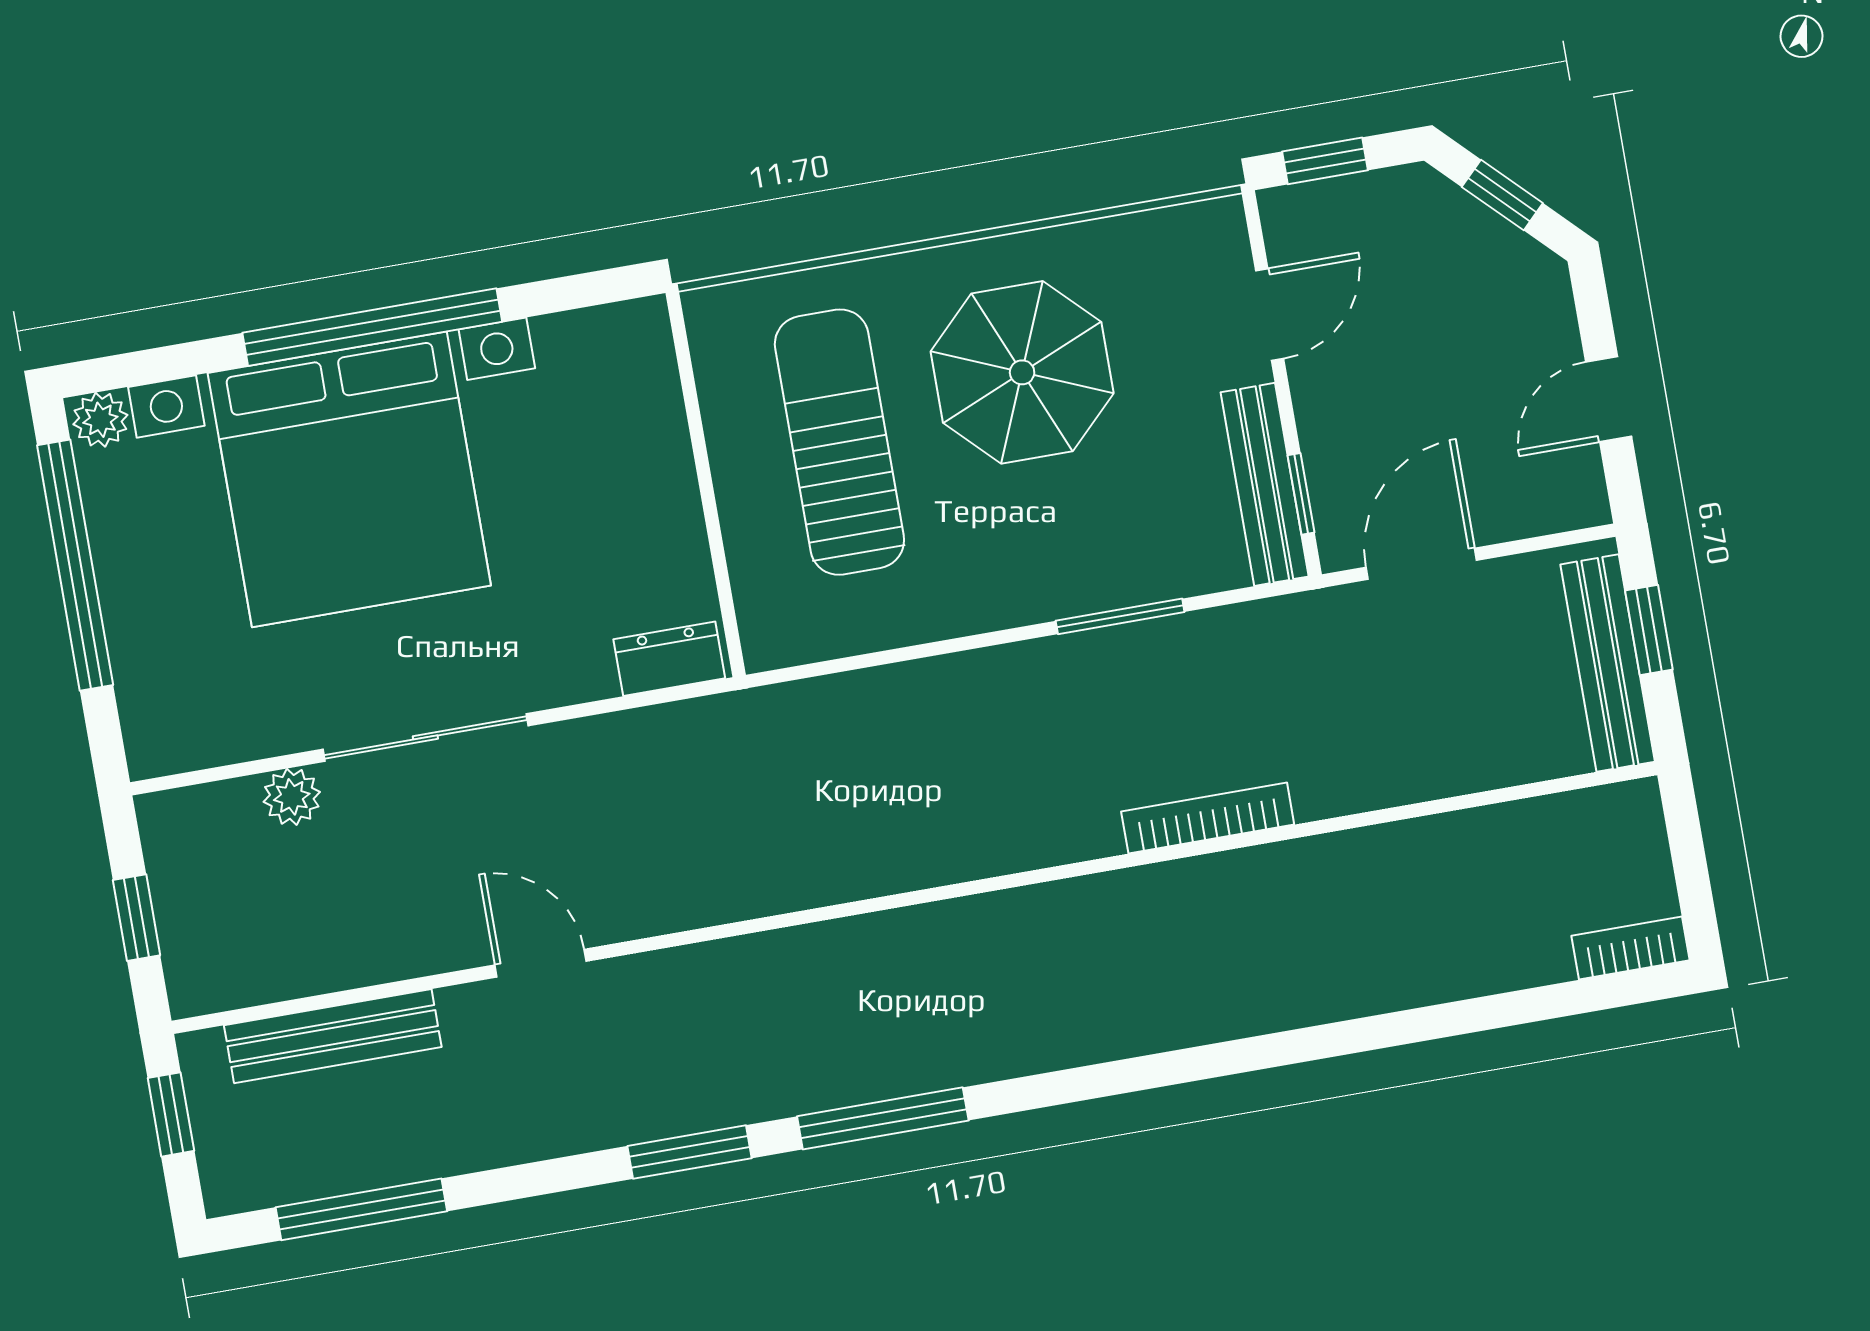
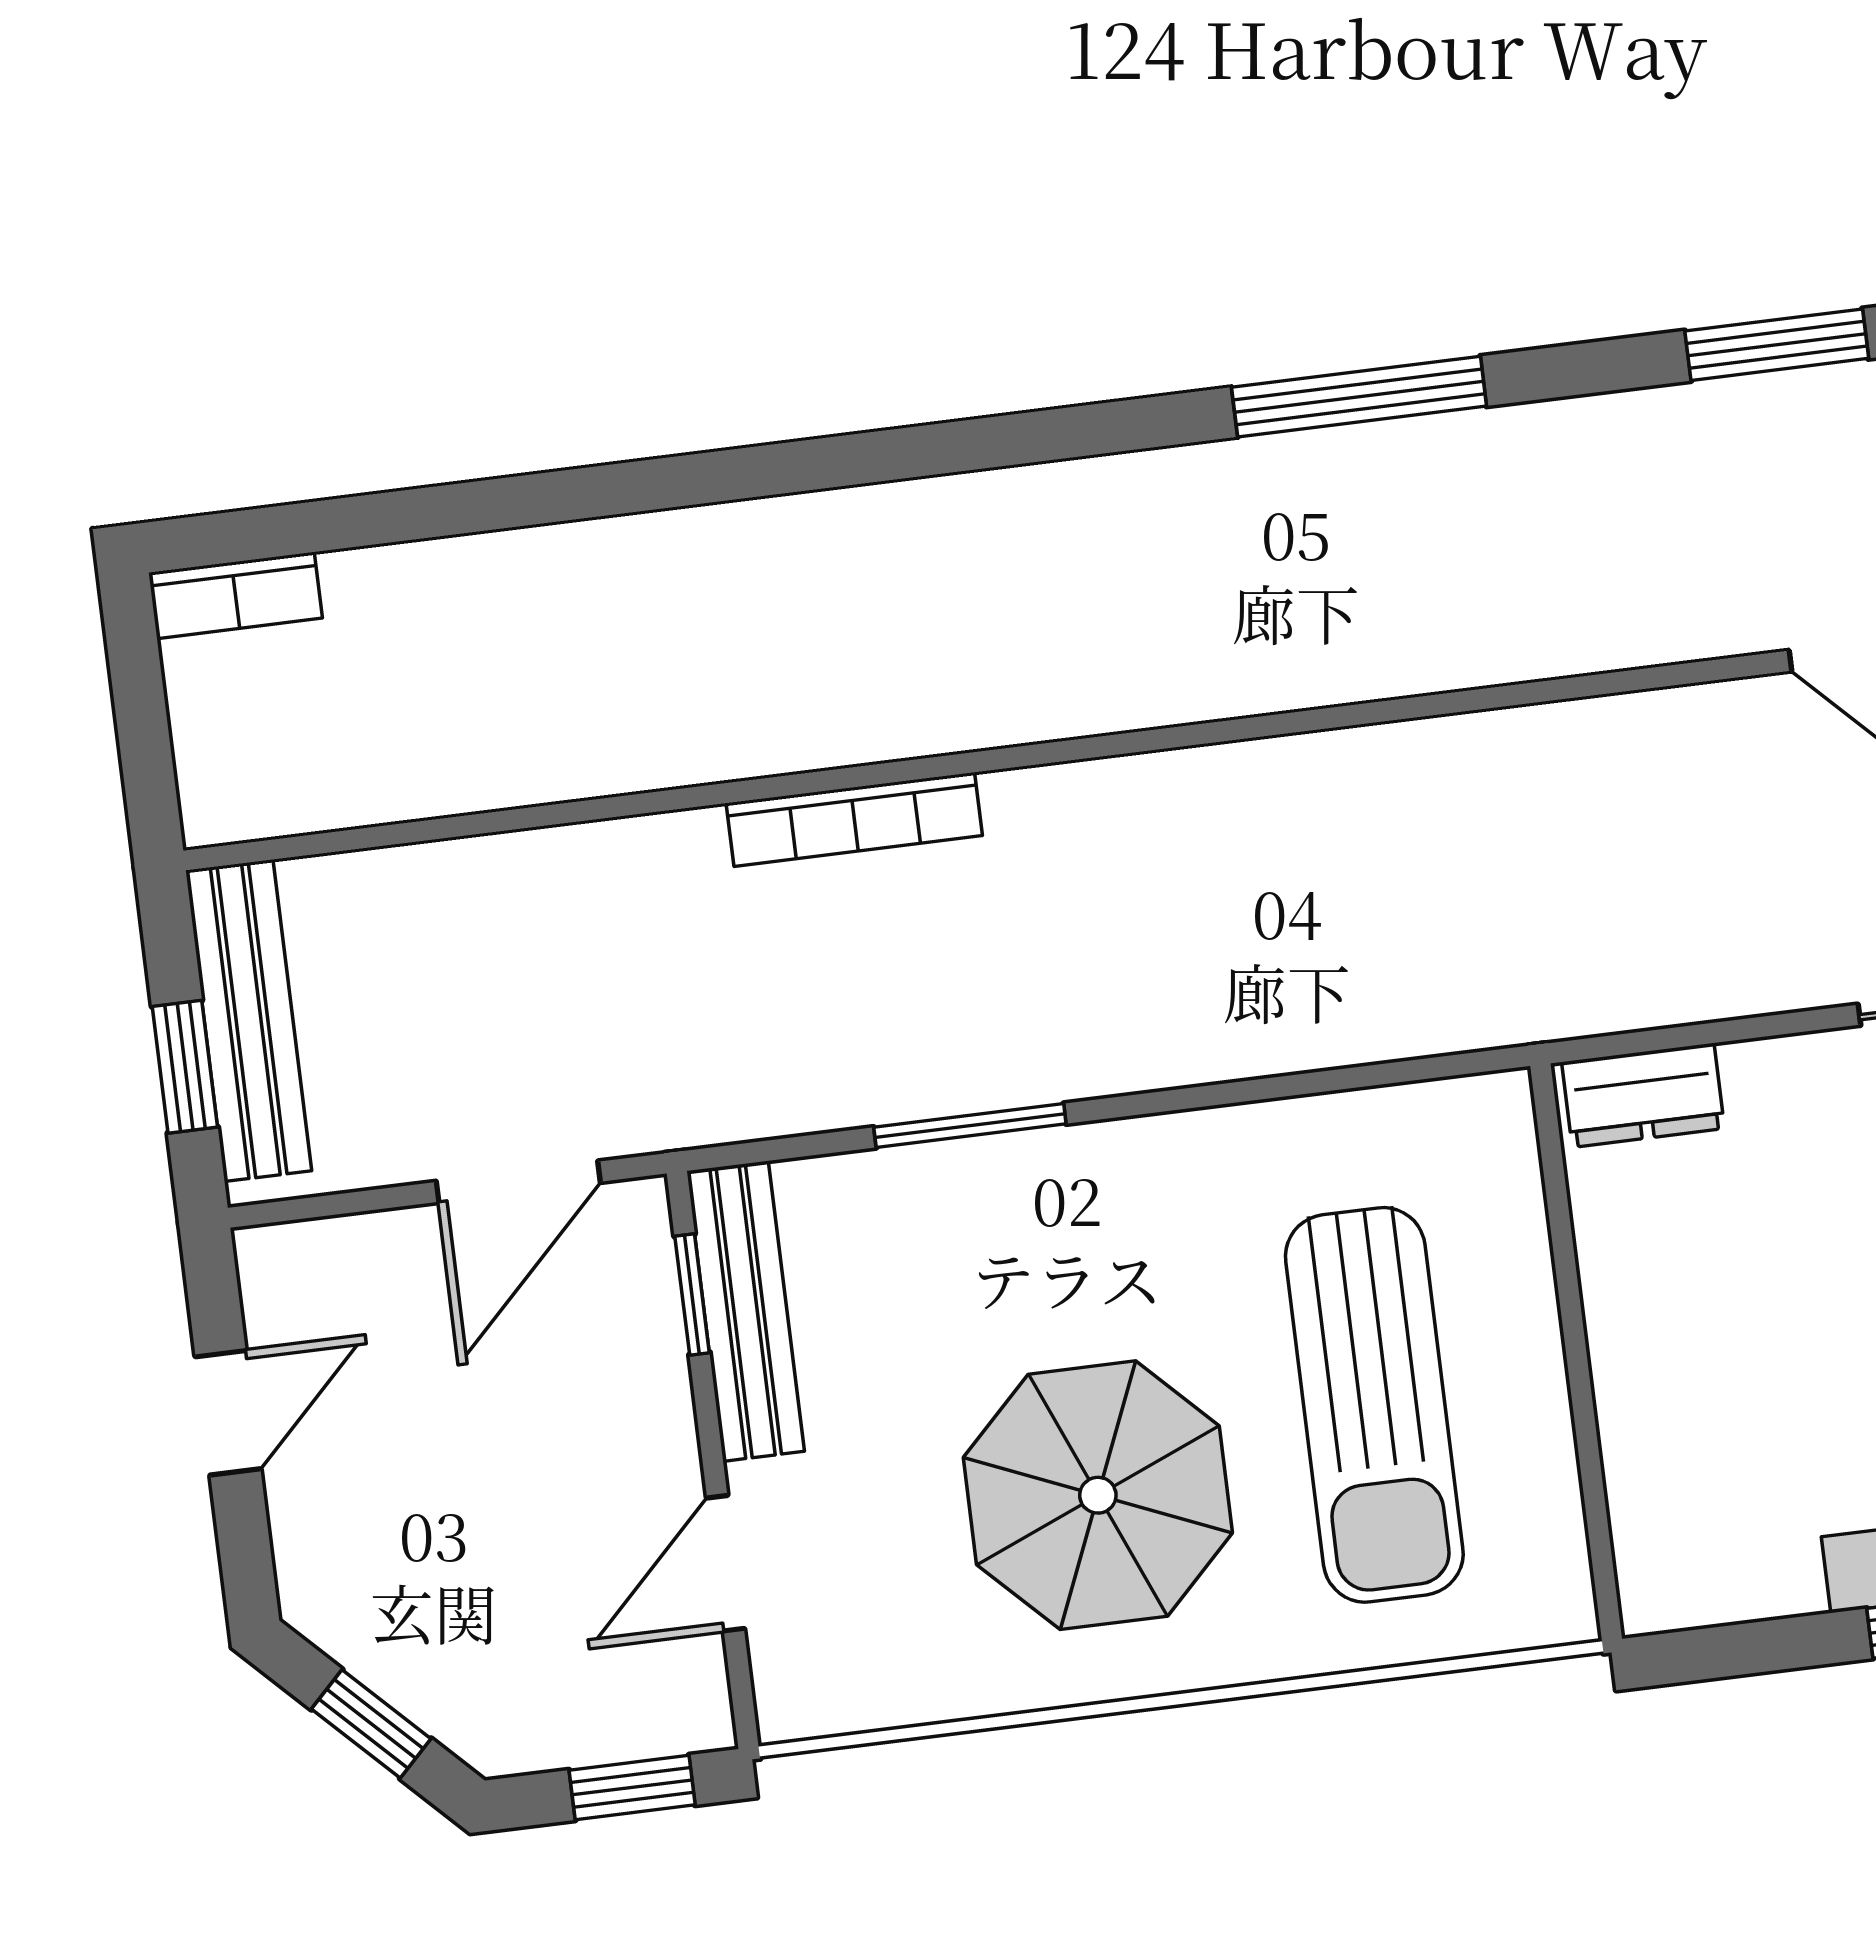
window: (689, 1152) -> (1777, 345), moved

